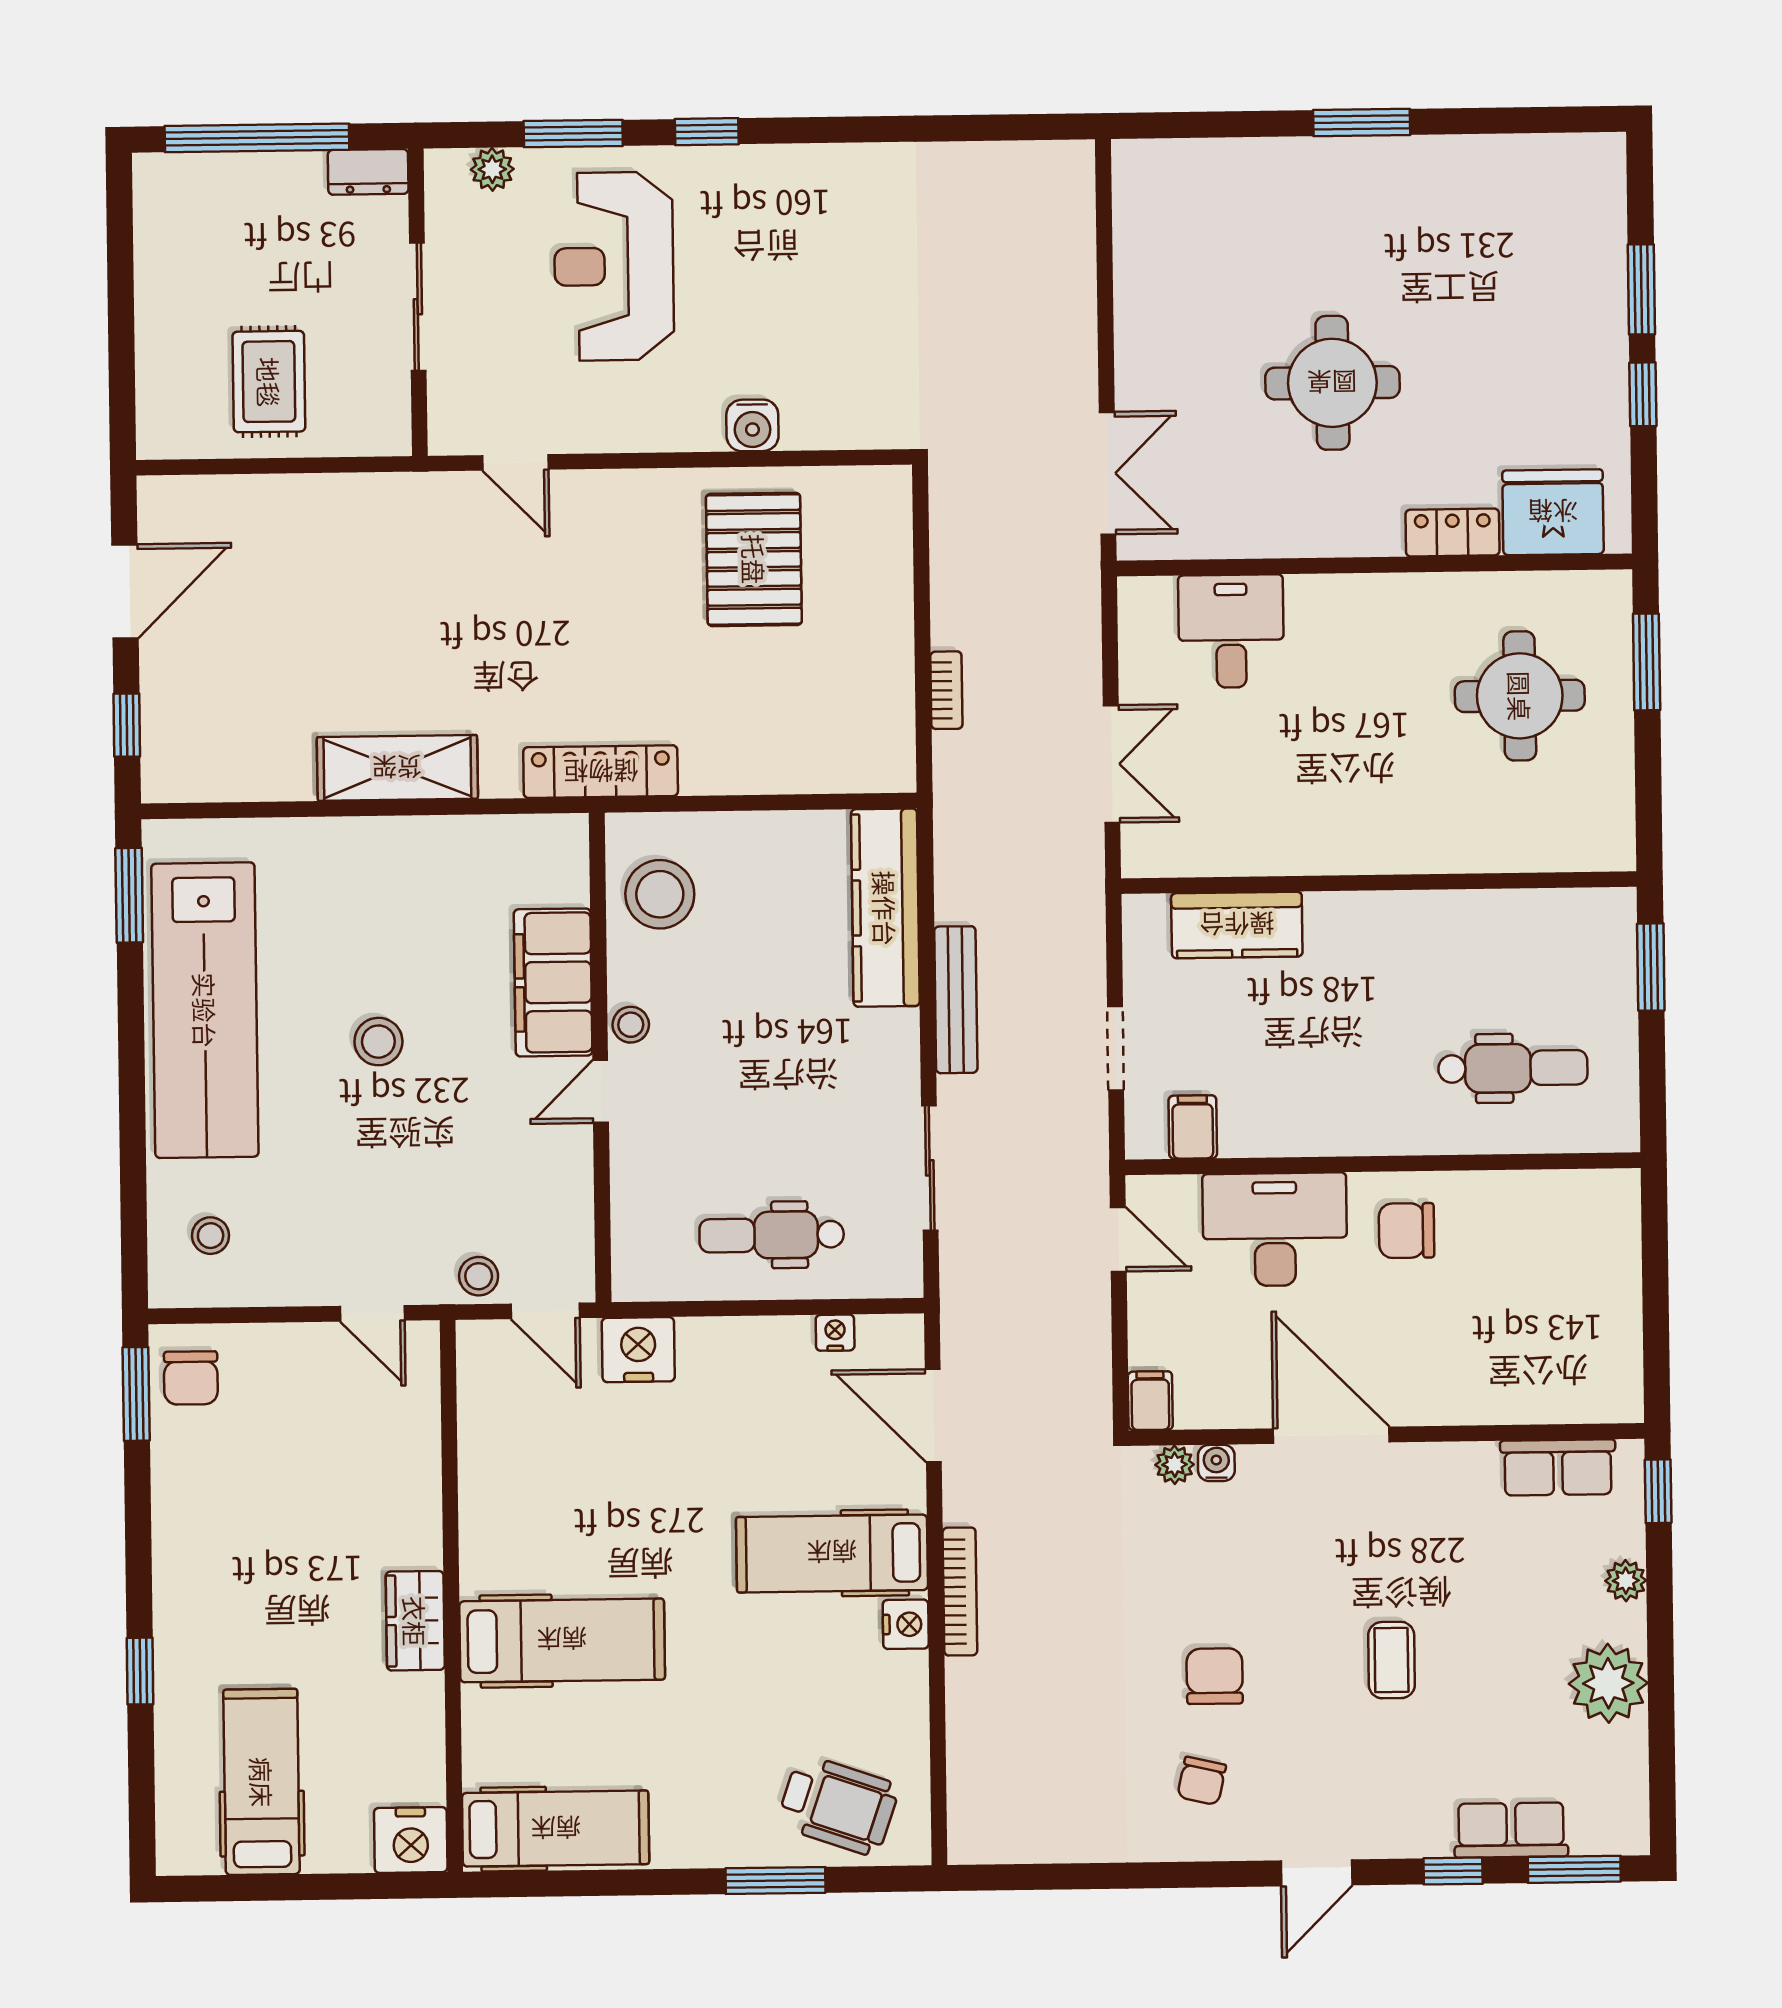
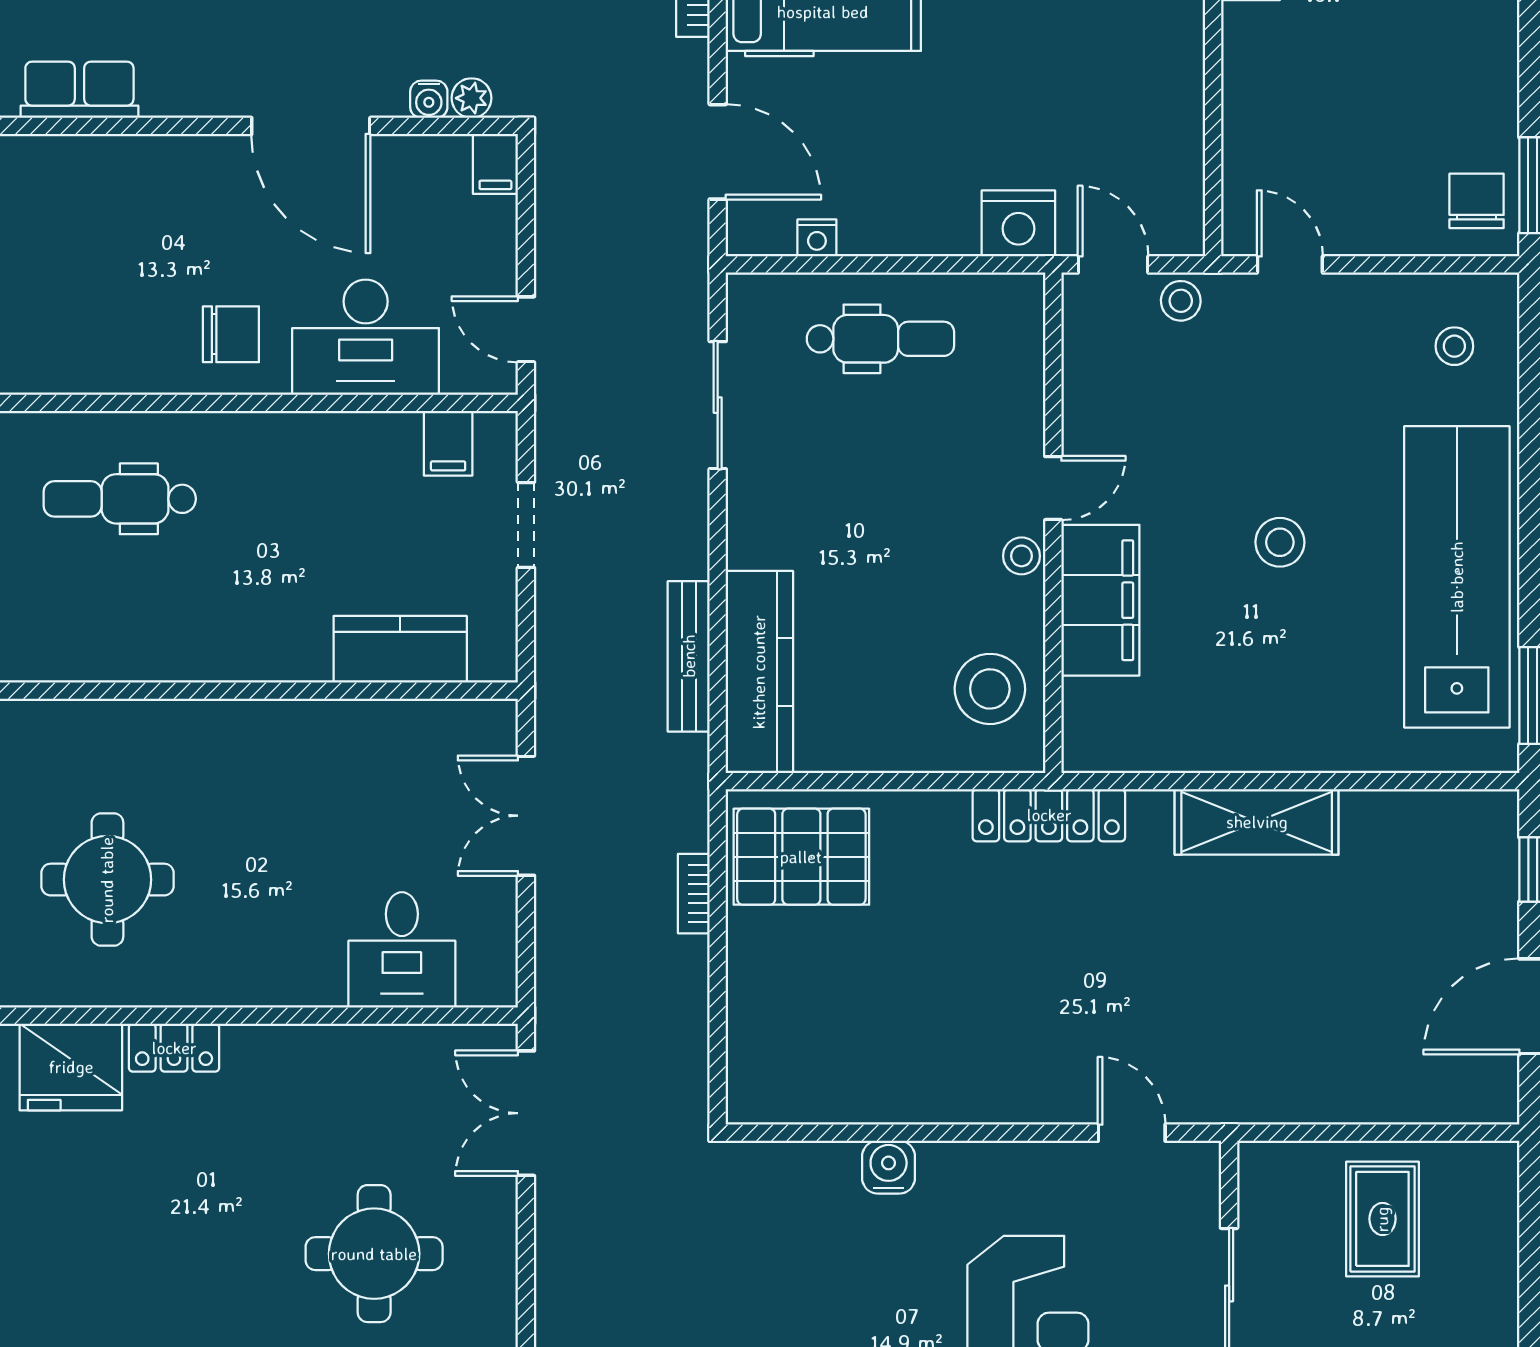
round table: (1332, 383) -> (374, 1254), moved
pallet: (754, 559) -> (801, 857), moved, turned 90
bench: (956, 1000) -> (689, 656), moved

